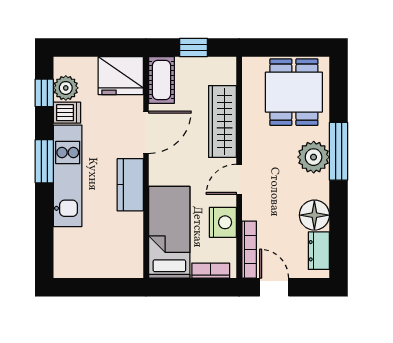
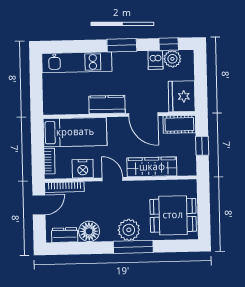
kitchen unit: (68, 176) -> (77, 62), moved

